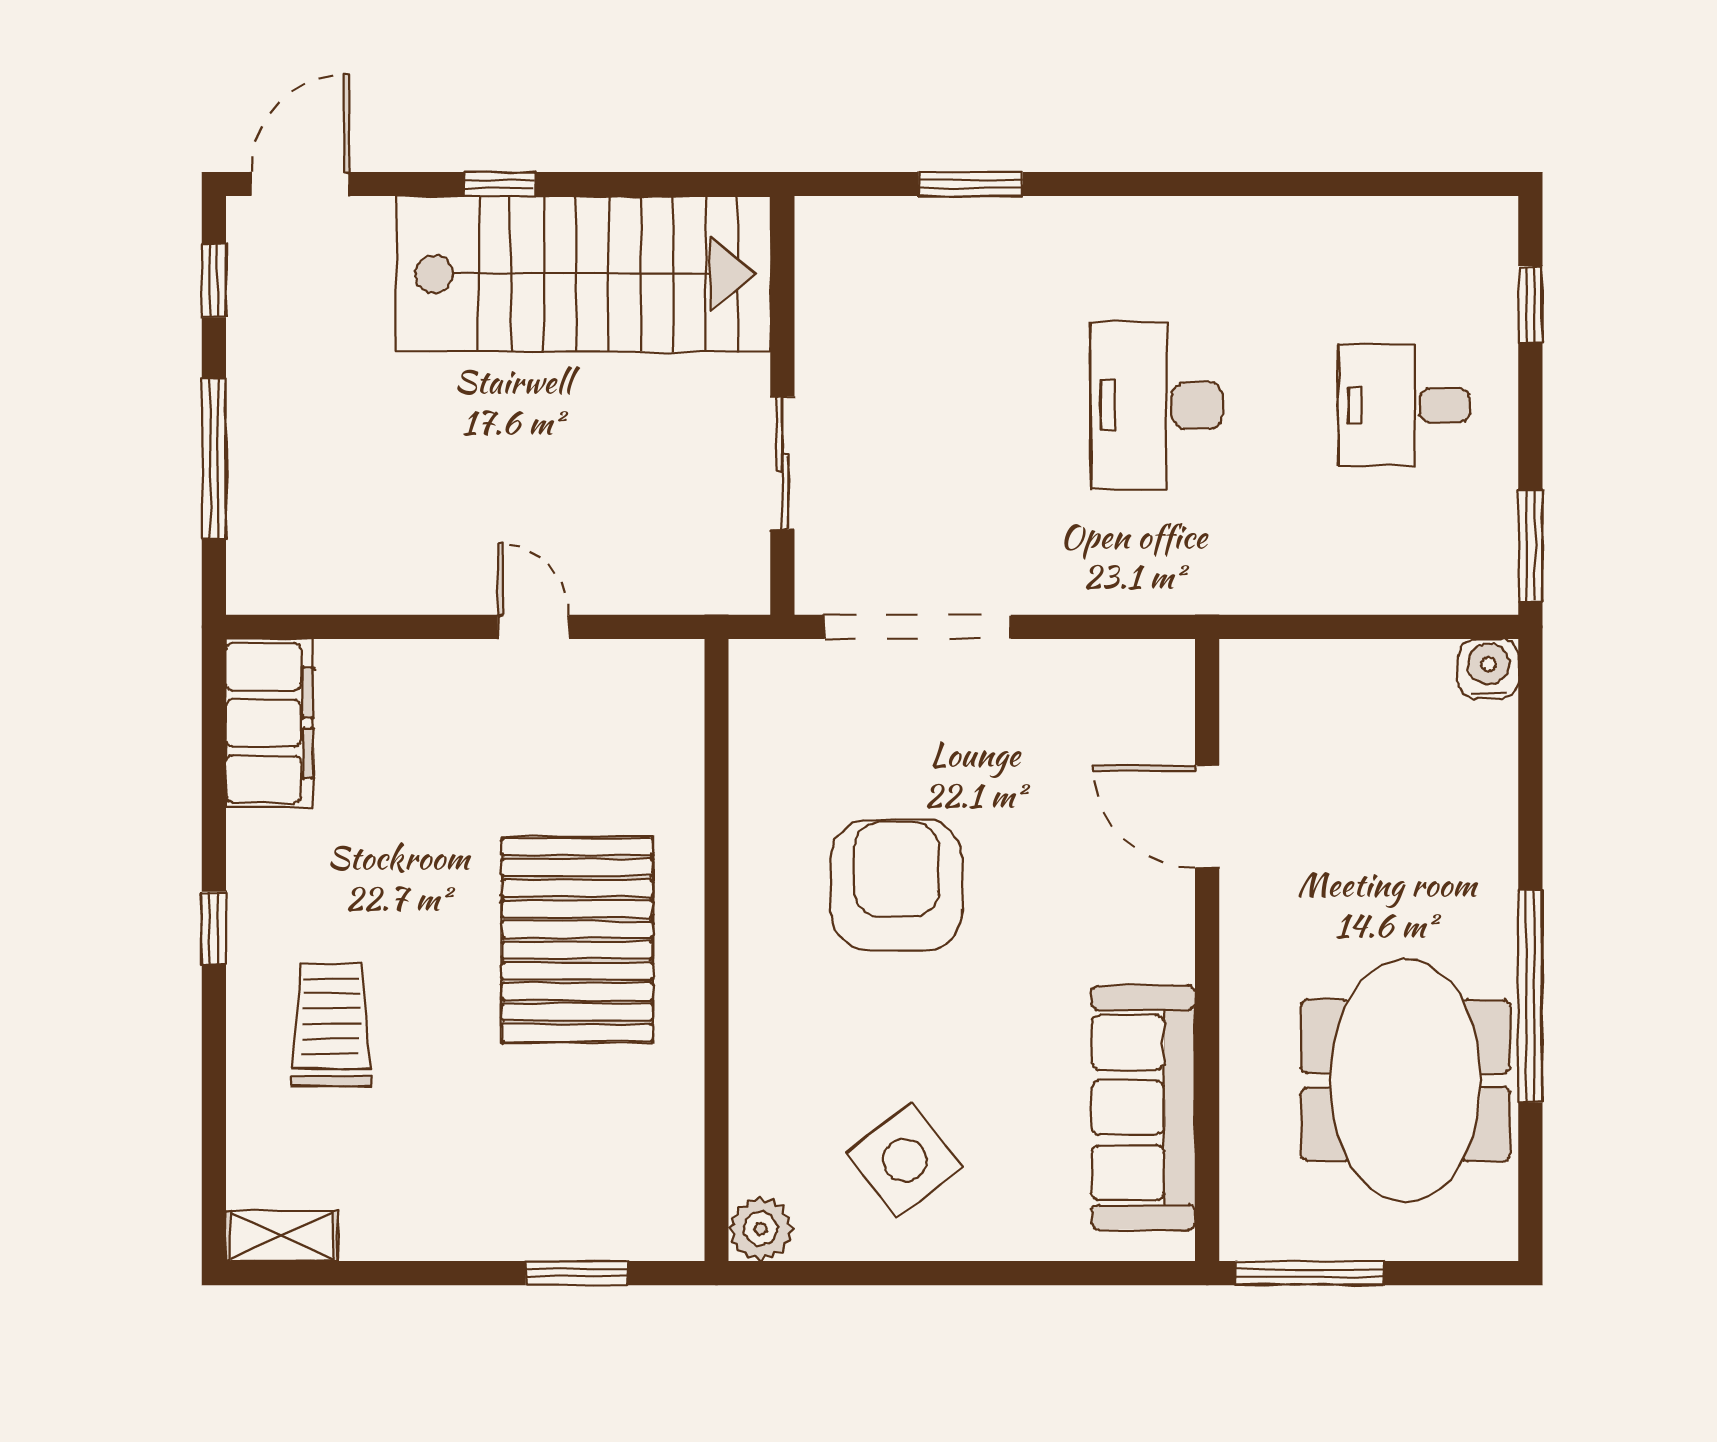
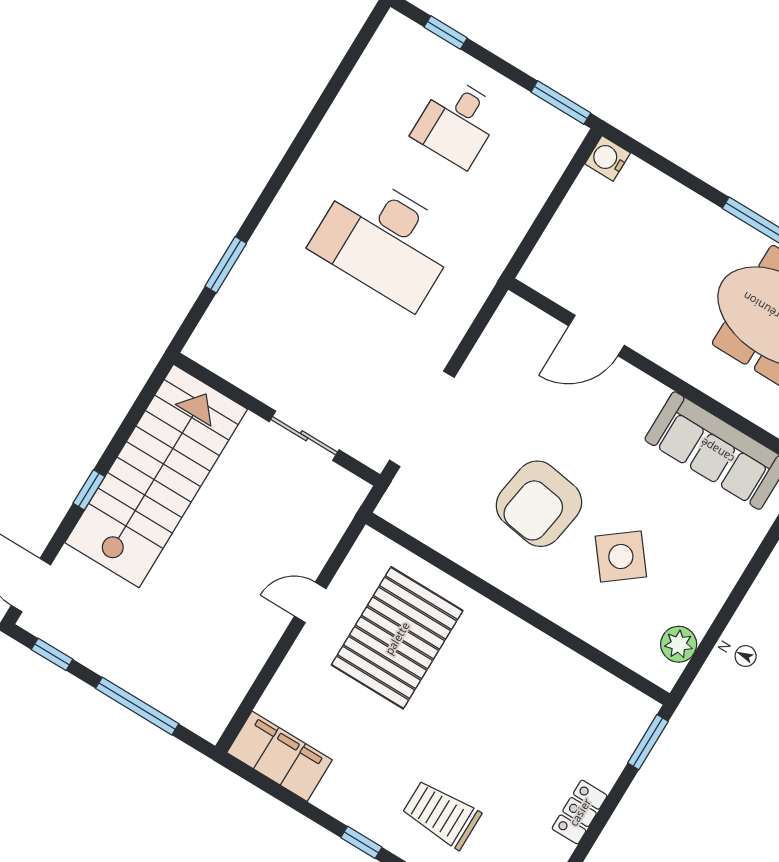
desk: (1156, 405) -> (385, 240), width x1.36, depth x1.30
armchair: (897, 885) -> (539, 504), turned -81
pallet: (577, 940) -> (397, 638), moved, turned 90
side table: (905, 1160) -> (621, 556), moved
plant: (761, 1229) -> (679, 644), moved
locker: (463, 1234) -> (580, 812), added
window: (577, 1273) -> (648, 742), moved

